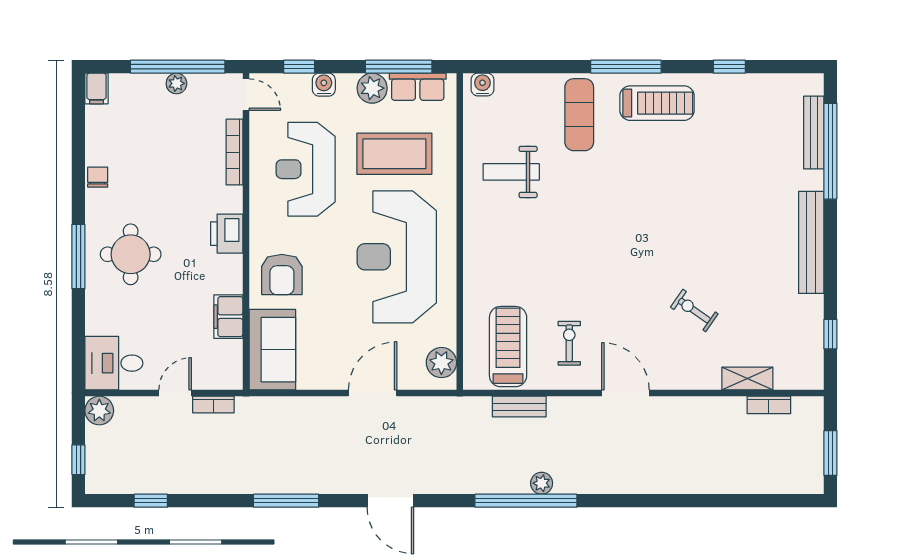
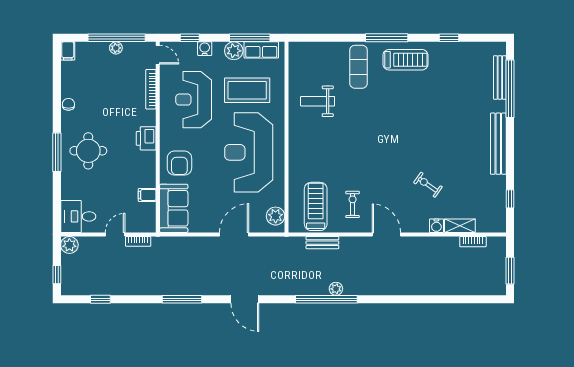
water cooler: (482, 85) -> (436, 226), moved, turned 180
filing cabinet: (228, 317) -> (147, 195), width x0.50

